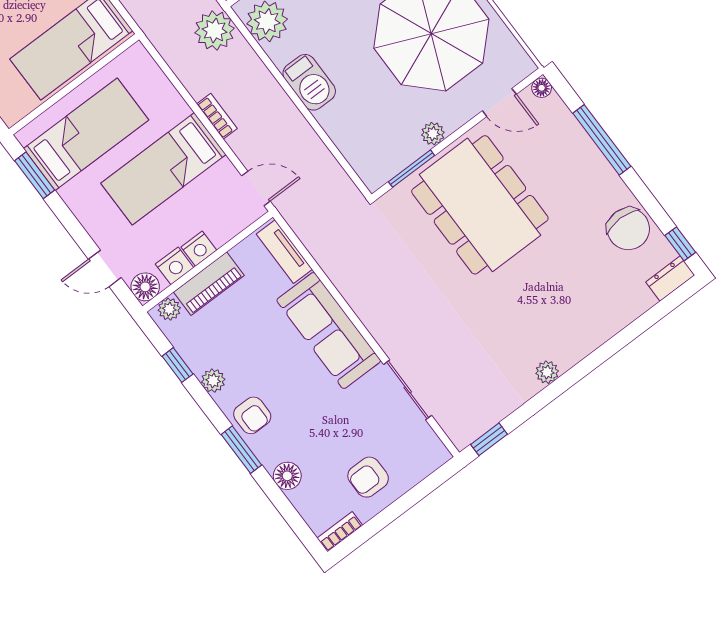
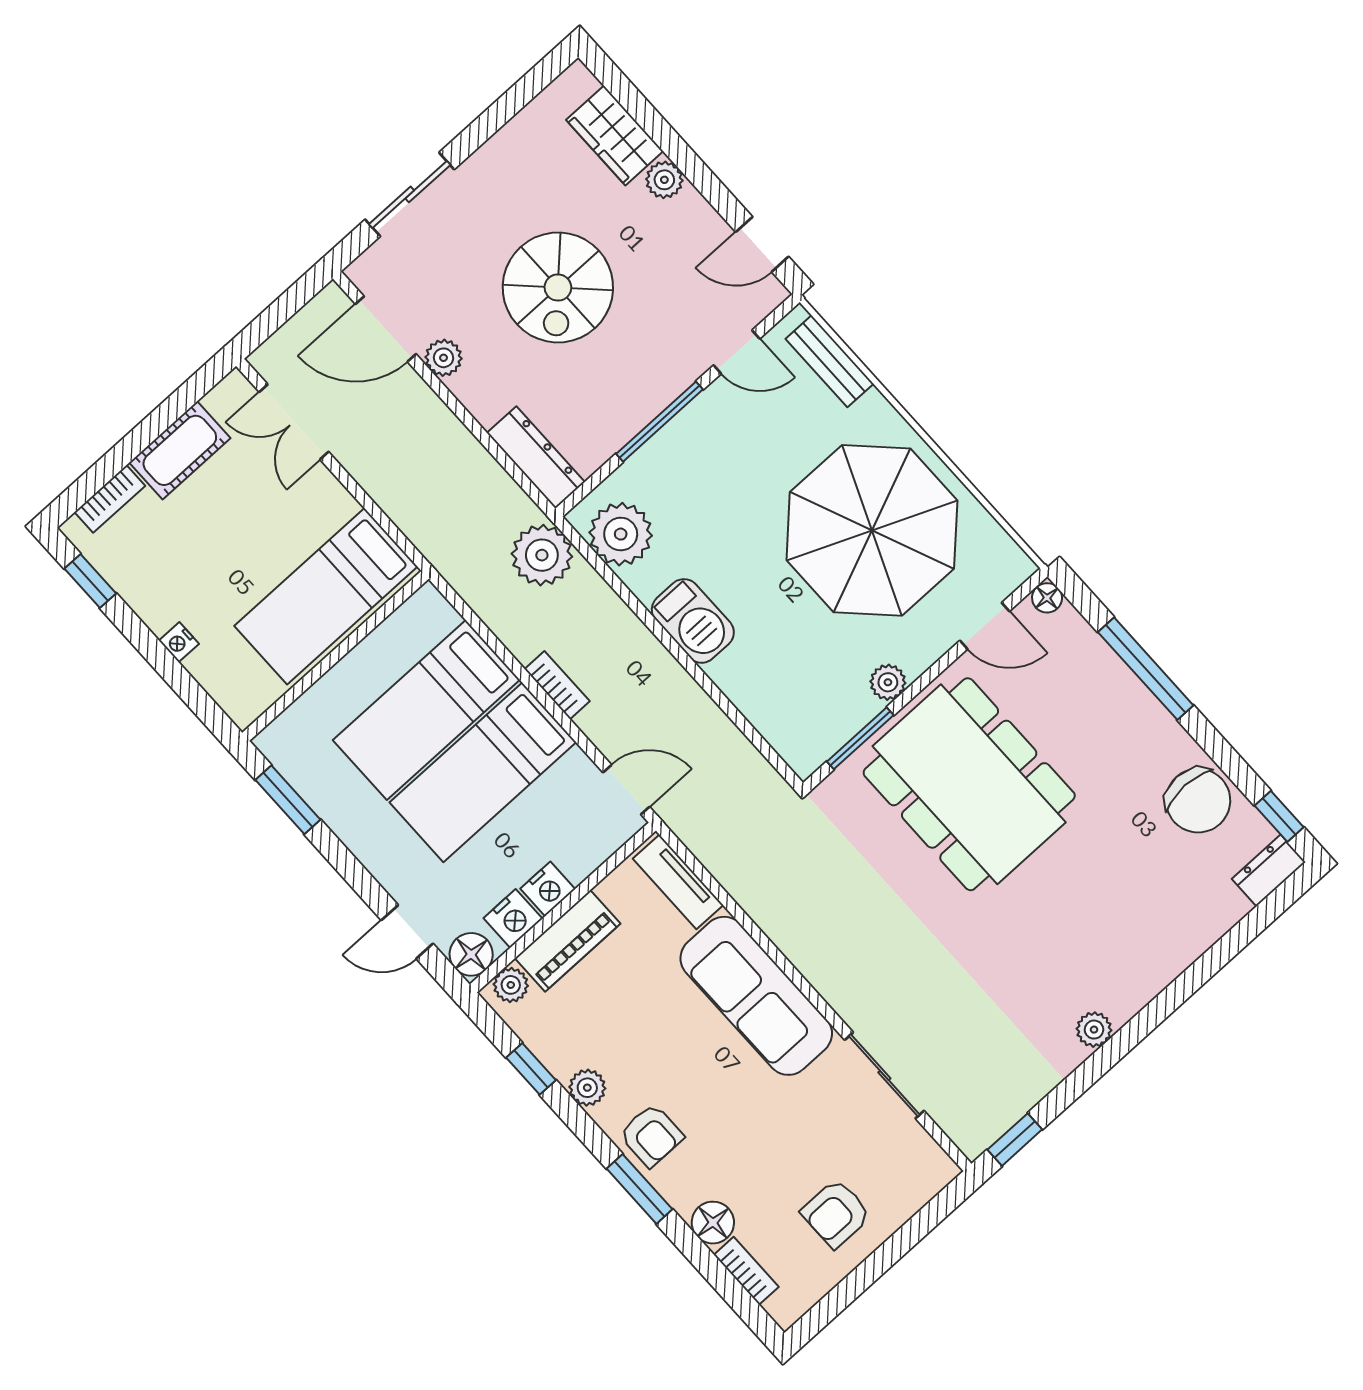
bed: (86, 134) -> (426, 710), moved, turned 180
bookcase: (340, 532) -> (746, 1271), moved, turned 90

